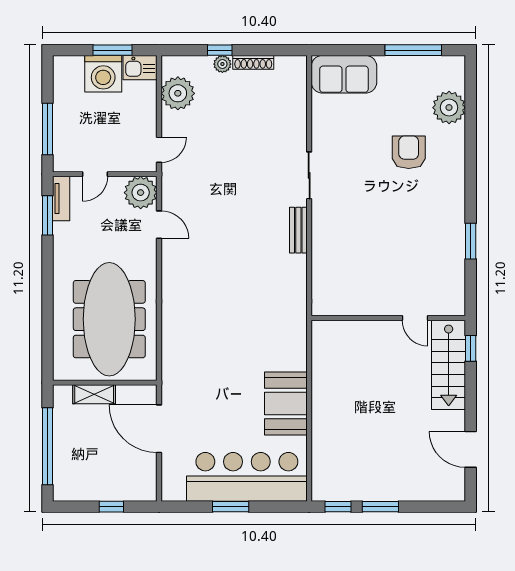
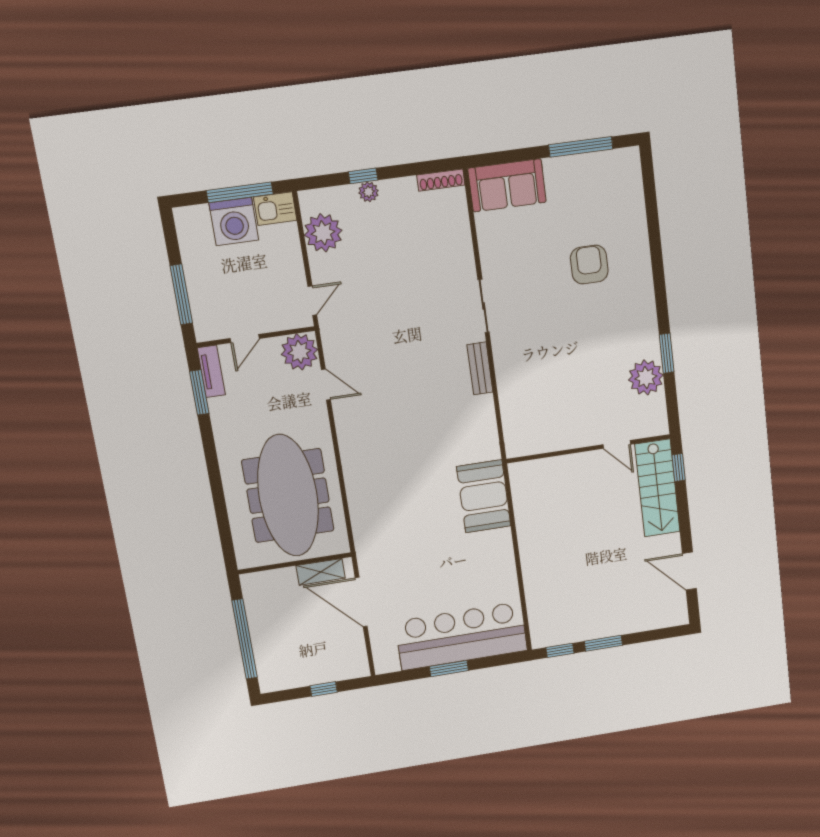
window: (112, 50) -> (240, 192), width x1.44
shoe rack: (253, 62) -> (441, 180), moved
plant: (449, 108) -> (646, 377), moved
shelving: (94, 394) -> (321, 572), moved
booth: (286, 403) -> (484, 496), moved

